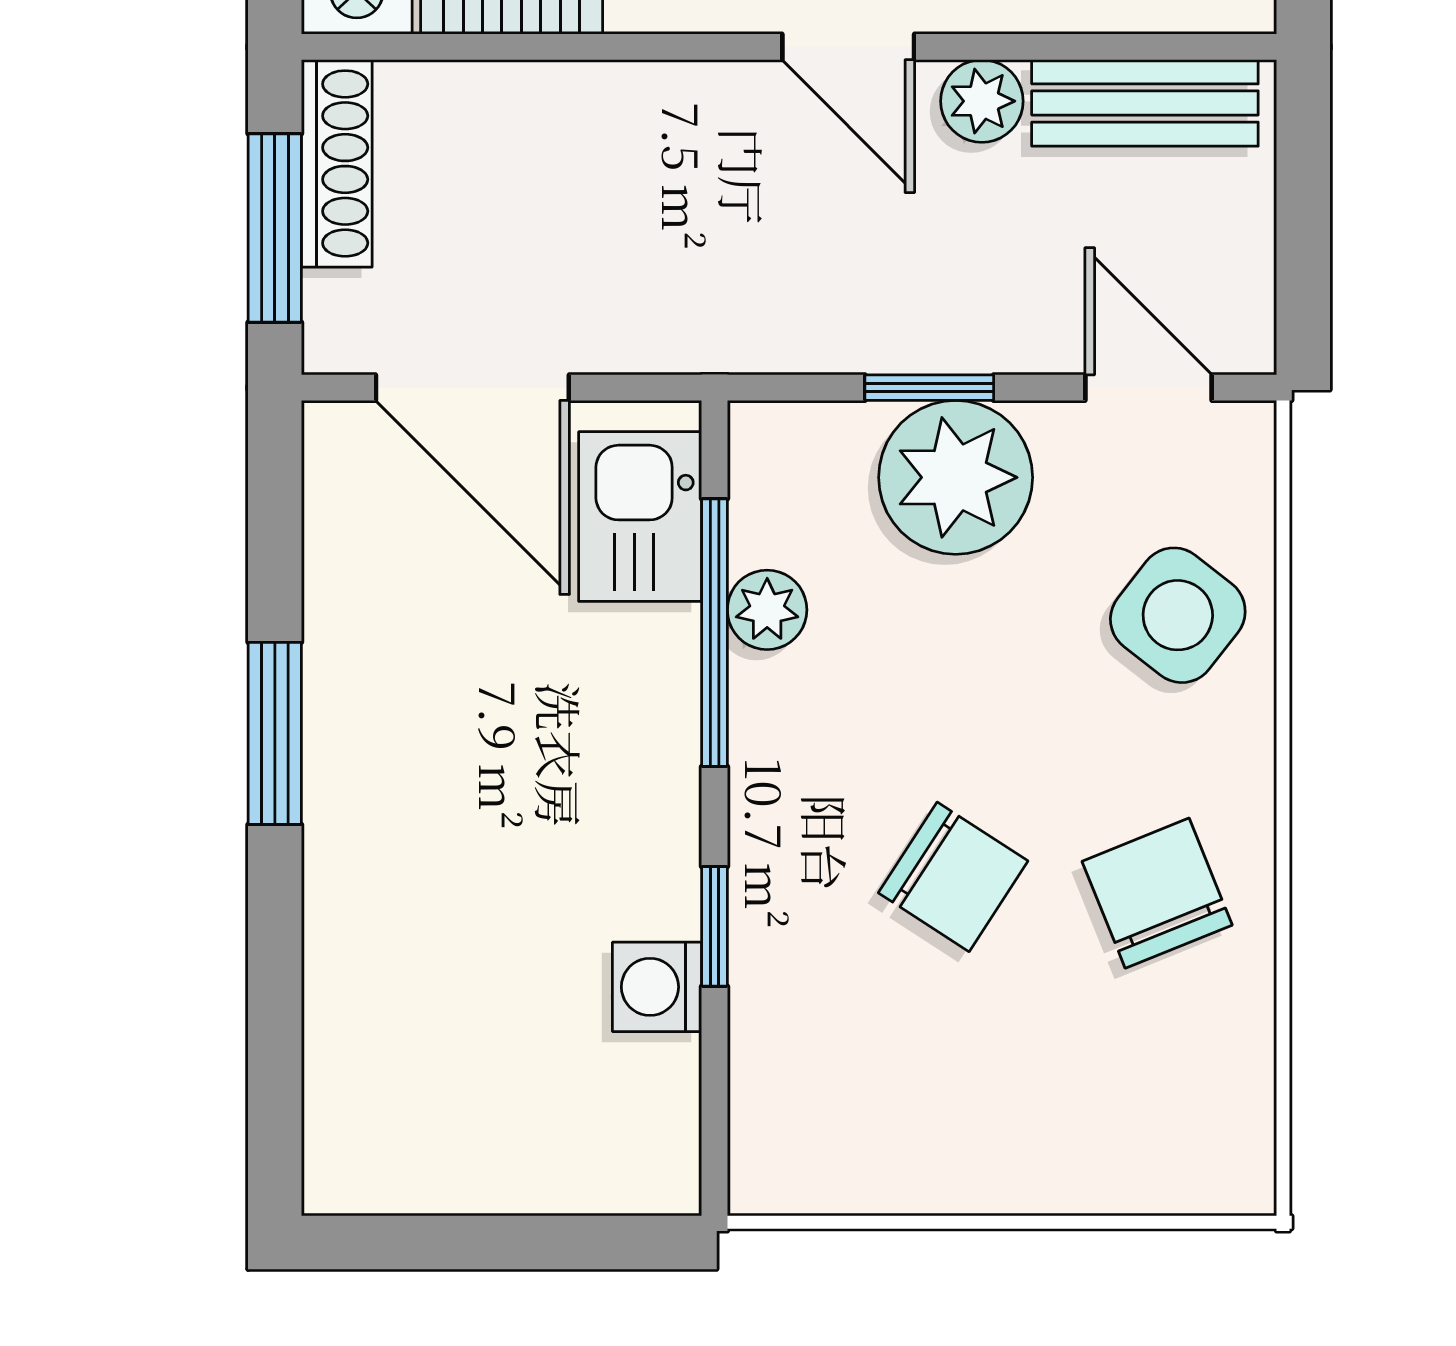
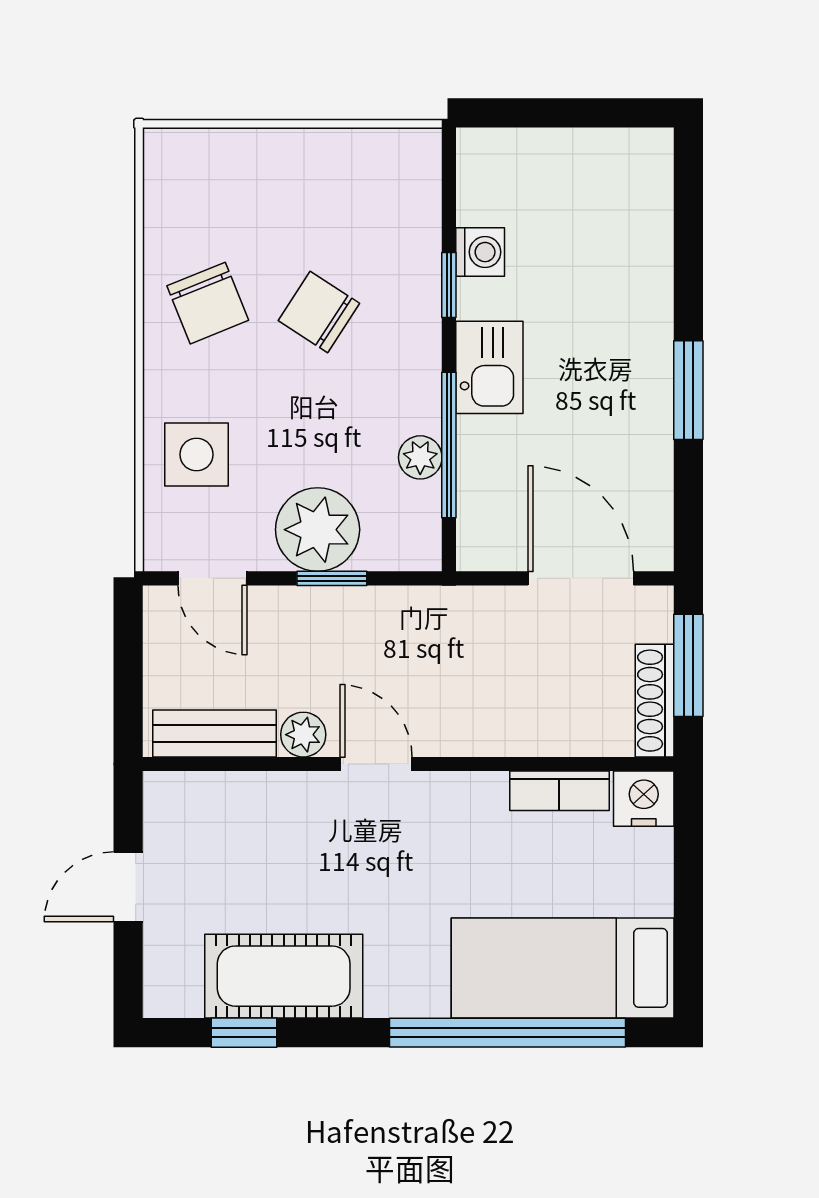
kitchen sink: (640, 517) -> (489, 367), moved
side table: (1178, 615) -> (197, 454), turned -38

